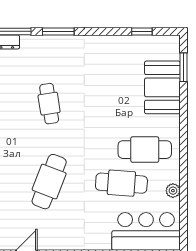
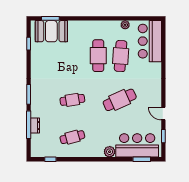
booth: (162, 87) -> (51, 31), moved
cafe table: (145, 150) -> (98, 56), moved
cafe table: (49, 182) -> (120, 100), turned -45

